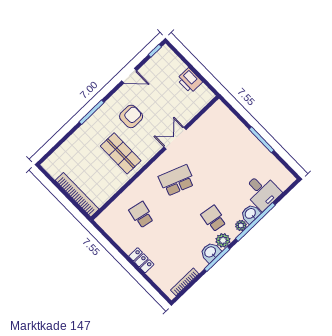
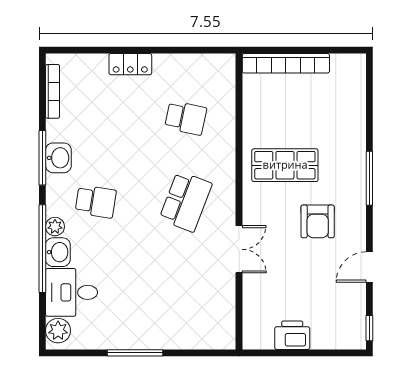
plant: (223, 240) -> (58, 331), moved

